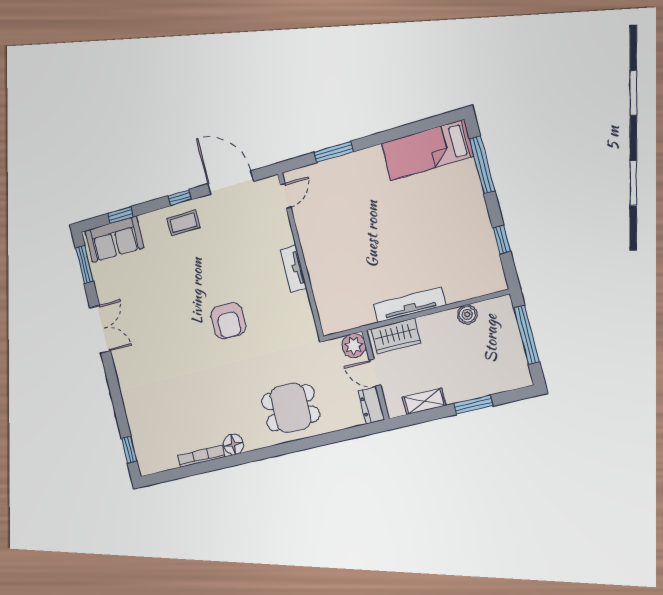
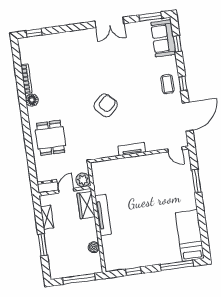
armchair: (228, 321) -> (106, 105), turned 137

